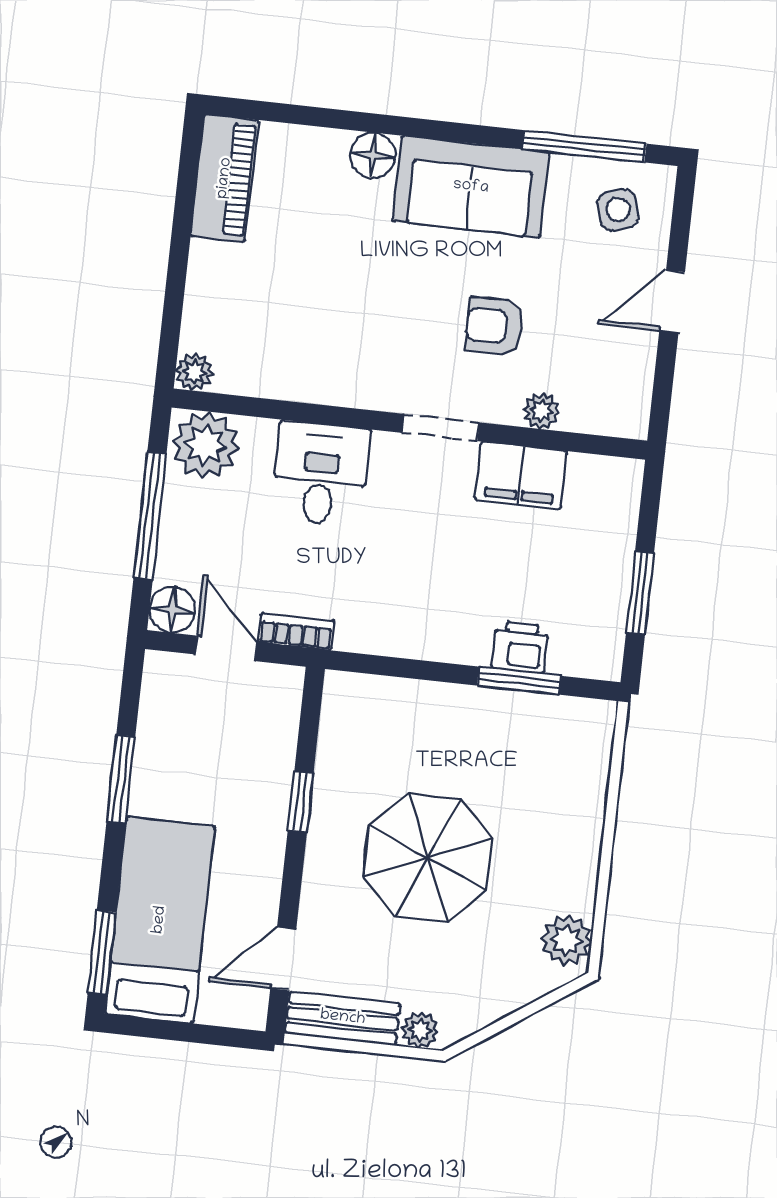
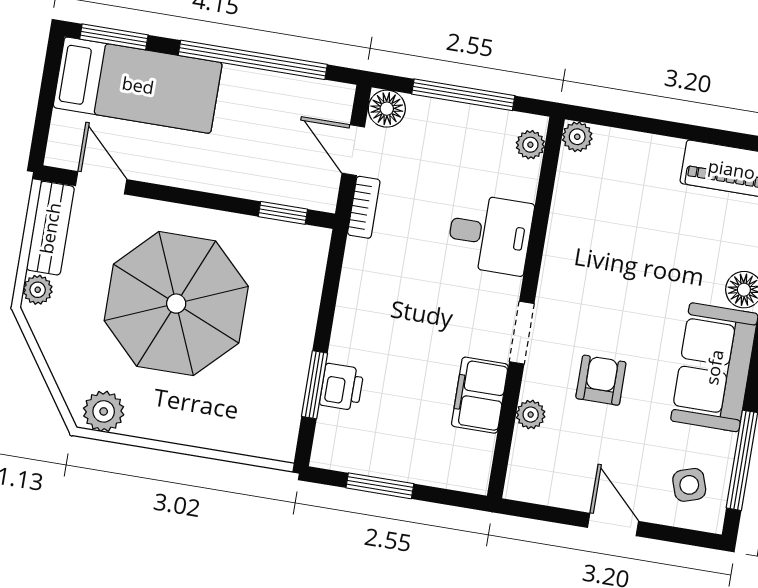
plant: (206, 445) -> (530, 145), width x0.53, depth x0.53
door: (226, 648) -> (353, 150), swing flipped
window: (121, 779) -> (253, 60), width x2.11
window: (301, 802) -> (283, 213), moved
parasol: (428, 858) -> (176, 304), width x1.36, depth x1.36

